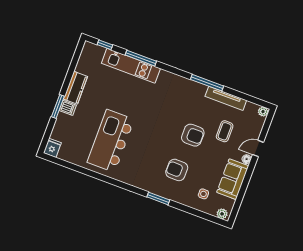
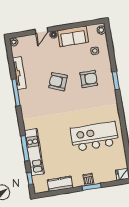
kitchen counter: (76, 88) -> (60, 184), moved
coffee table: (225, 131) -> (43, 61), removed
armchair: (193, 135) -> (58, 82), turned -69
kitchen island: (111, 141) -> (95, 136), turned 180
door: (258, 148) -> (41, 31), hinge flipped
armchair: (177, 170) -> (89, 79), turned -91

